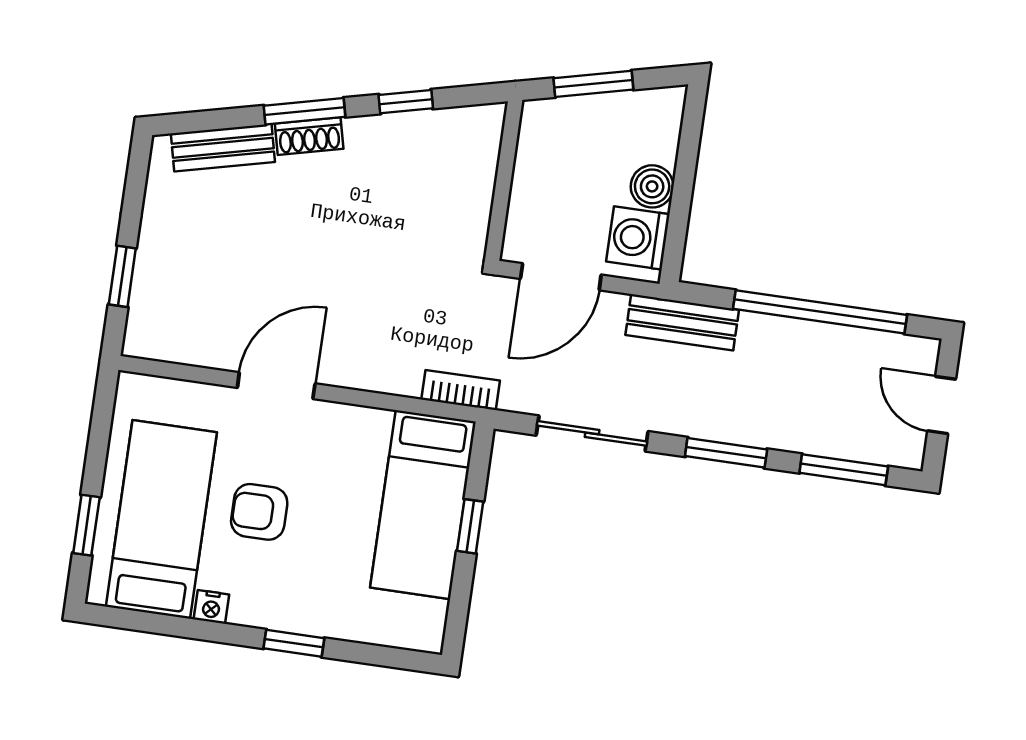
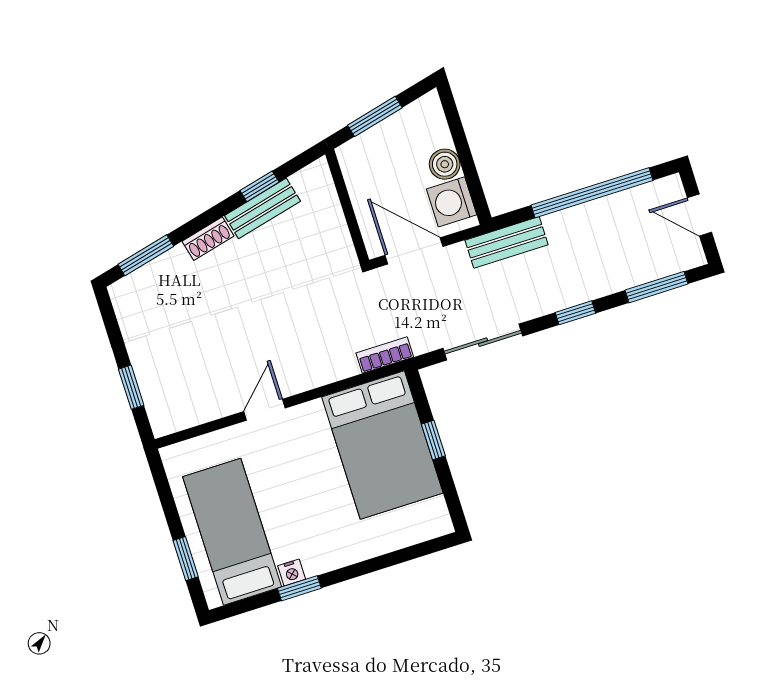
window: (305, 111) -> (146, 255), moved
bench: (223, 148) -> (262, 208), moved
door: (561, 277) -> (414, 251), swing flipped
door: (276, 386) -> (264, 410), width x0.73
window: (726, 453) -> (575, 313), width x0.67
bed: (423, 505) -> (382, 445), width x1.50
armchair: (259, 512) -> (293, 496), removed
window: (294, 643) -> (299, 588), moved

